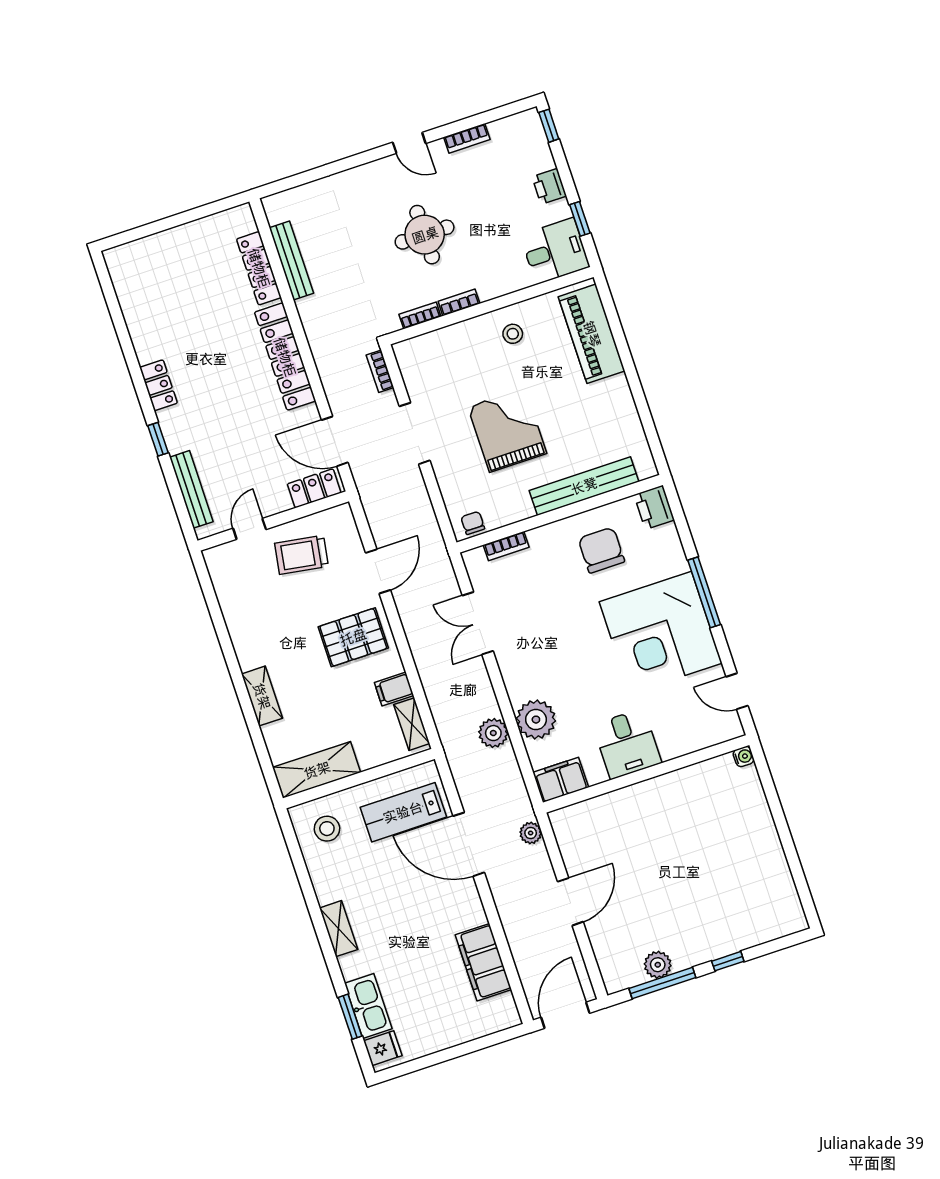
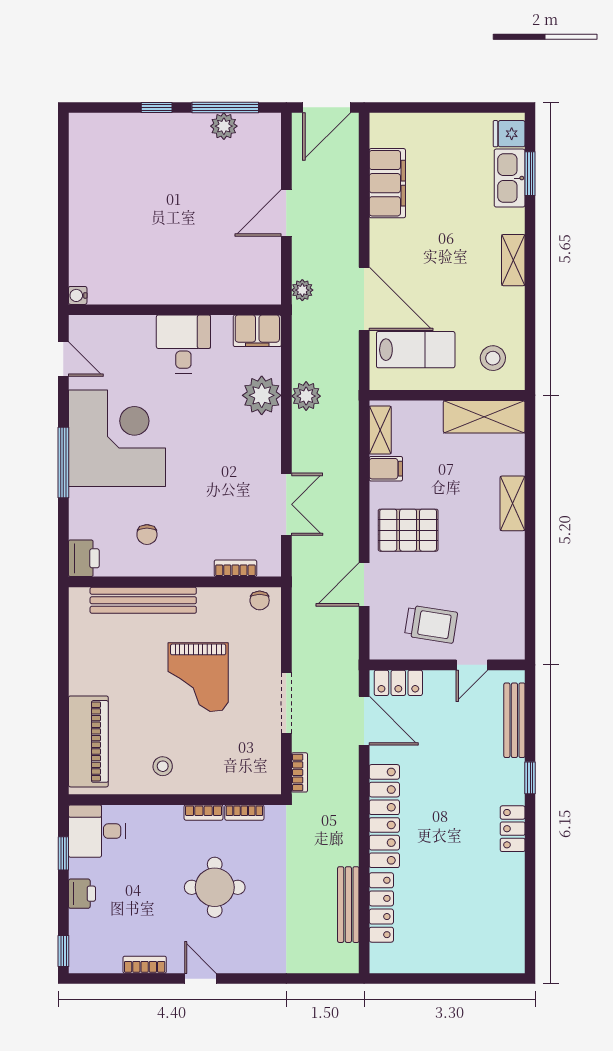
chair: (601, 550) -> (147, 535), width x0.54, depth x0.54

